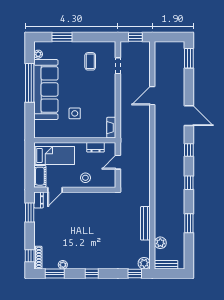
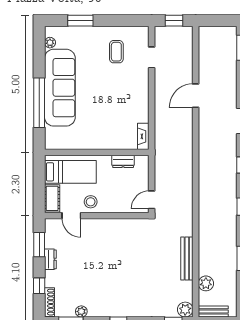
window: (30, 83) -> (39, 103), moved
side table: (75, 113) -> (97, 118), removed
door: (118, 162) -> (152, 200), moved
stool: (85, 178) -> (91, 202), moved
door: (55, 190) -> (71, 216), hinge flipped
dresser: (39, 200) -> (50, 259), moved
window: (30, 256) -> (39, 286), moved

